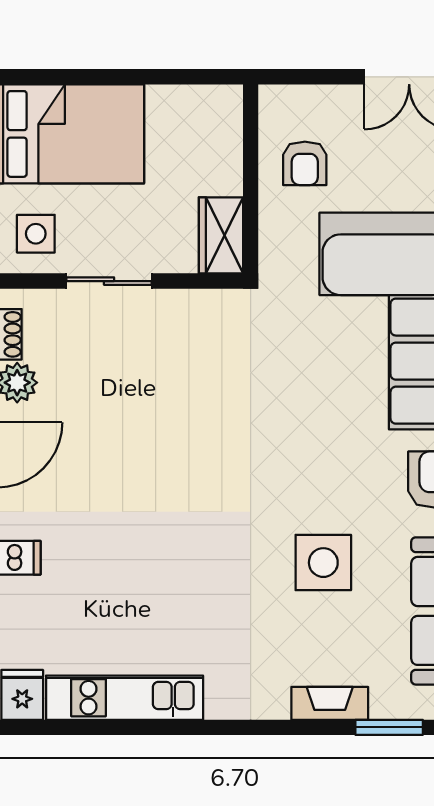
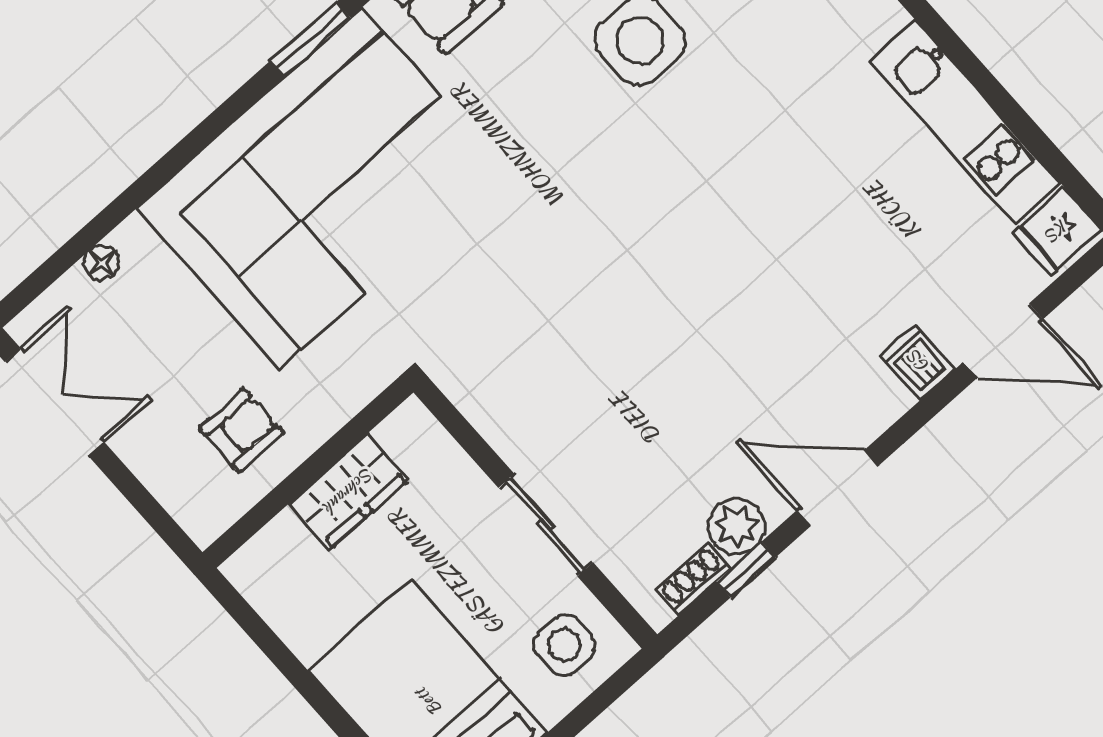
wardrobe: (221, 235) -> (349, 491), moved

